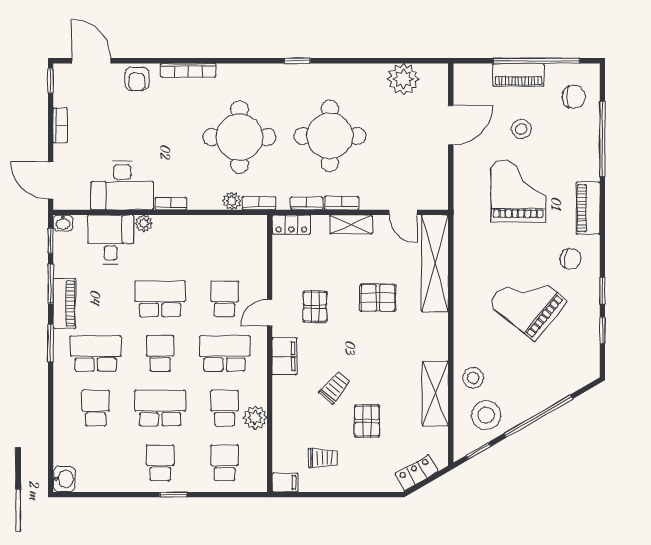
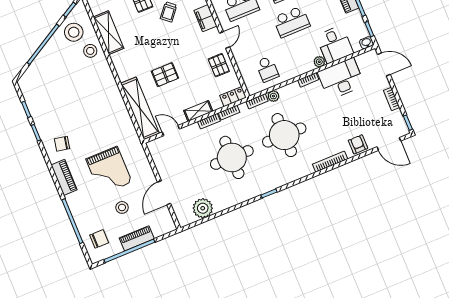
chair: (574, 97) -> (99, 239), turned 180
school desk: (225, 299) -> (267, 69), moved
grand piano: (527, 302) -> (77, 108), removed
pallet: (315, 307) -> (219, 65), moved

